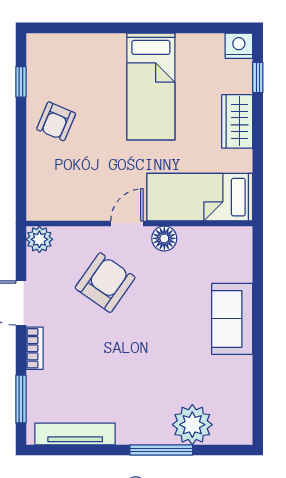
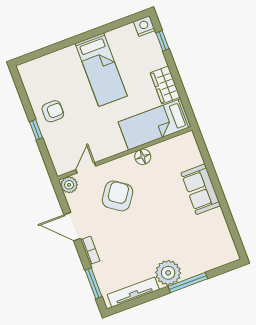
window: (21, 82) -> (36, 130), moved
armchair: (56, 121) -> (53, 111), turned -113
wardrobe: (237, 121) -> (165, 85), moved
door: (127, 223) -> (86, 168), moved
plant: (192, 425) -> (168, 273), moved

